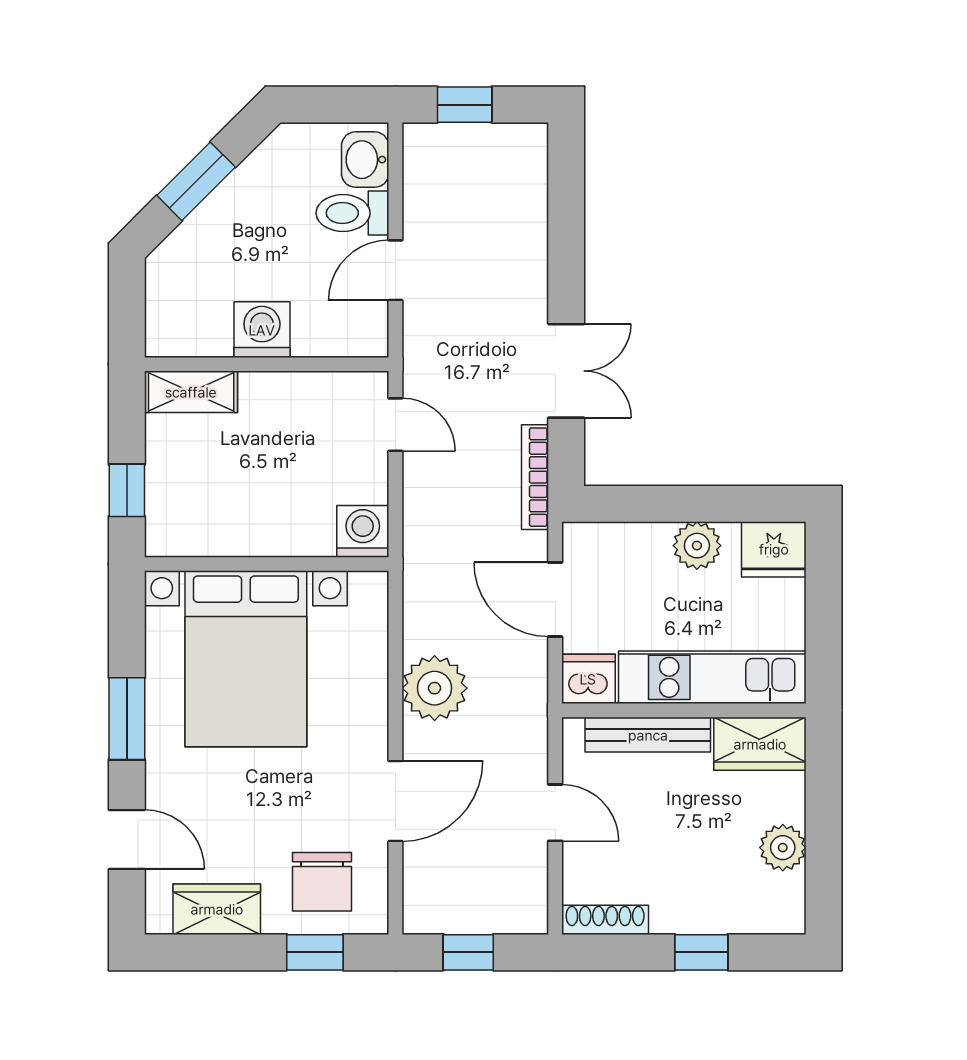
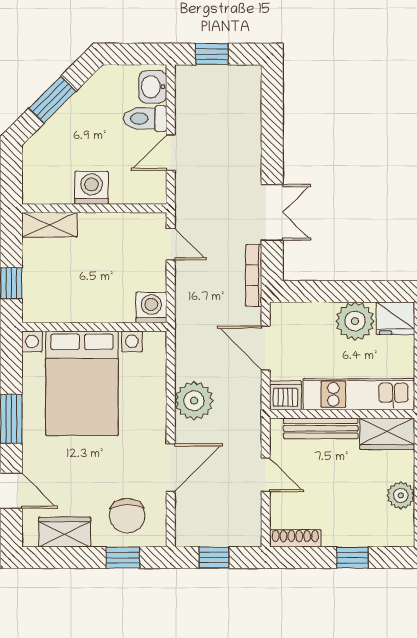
plant: (697, 546) -> (355, 321), width x1.36, depth x1.36

